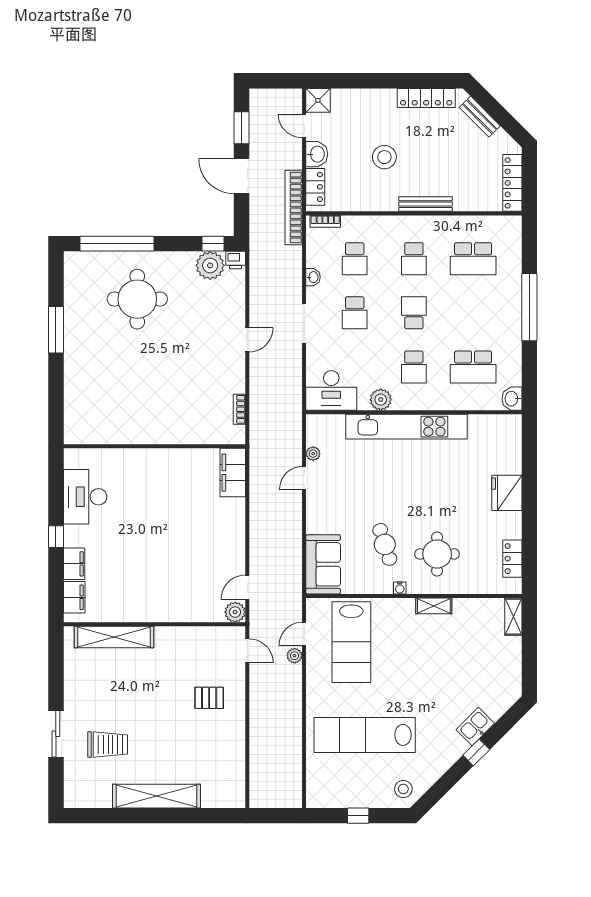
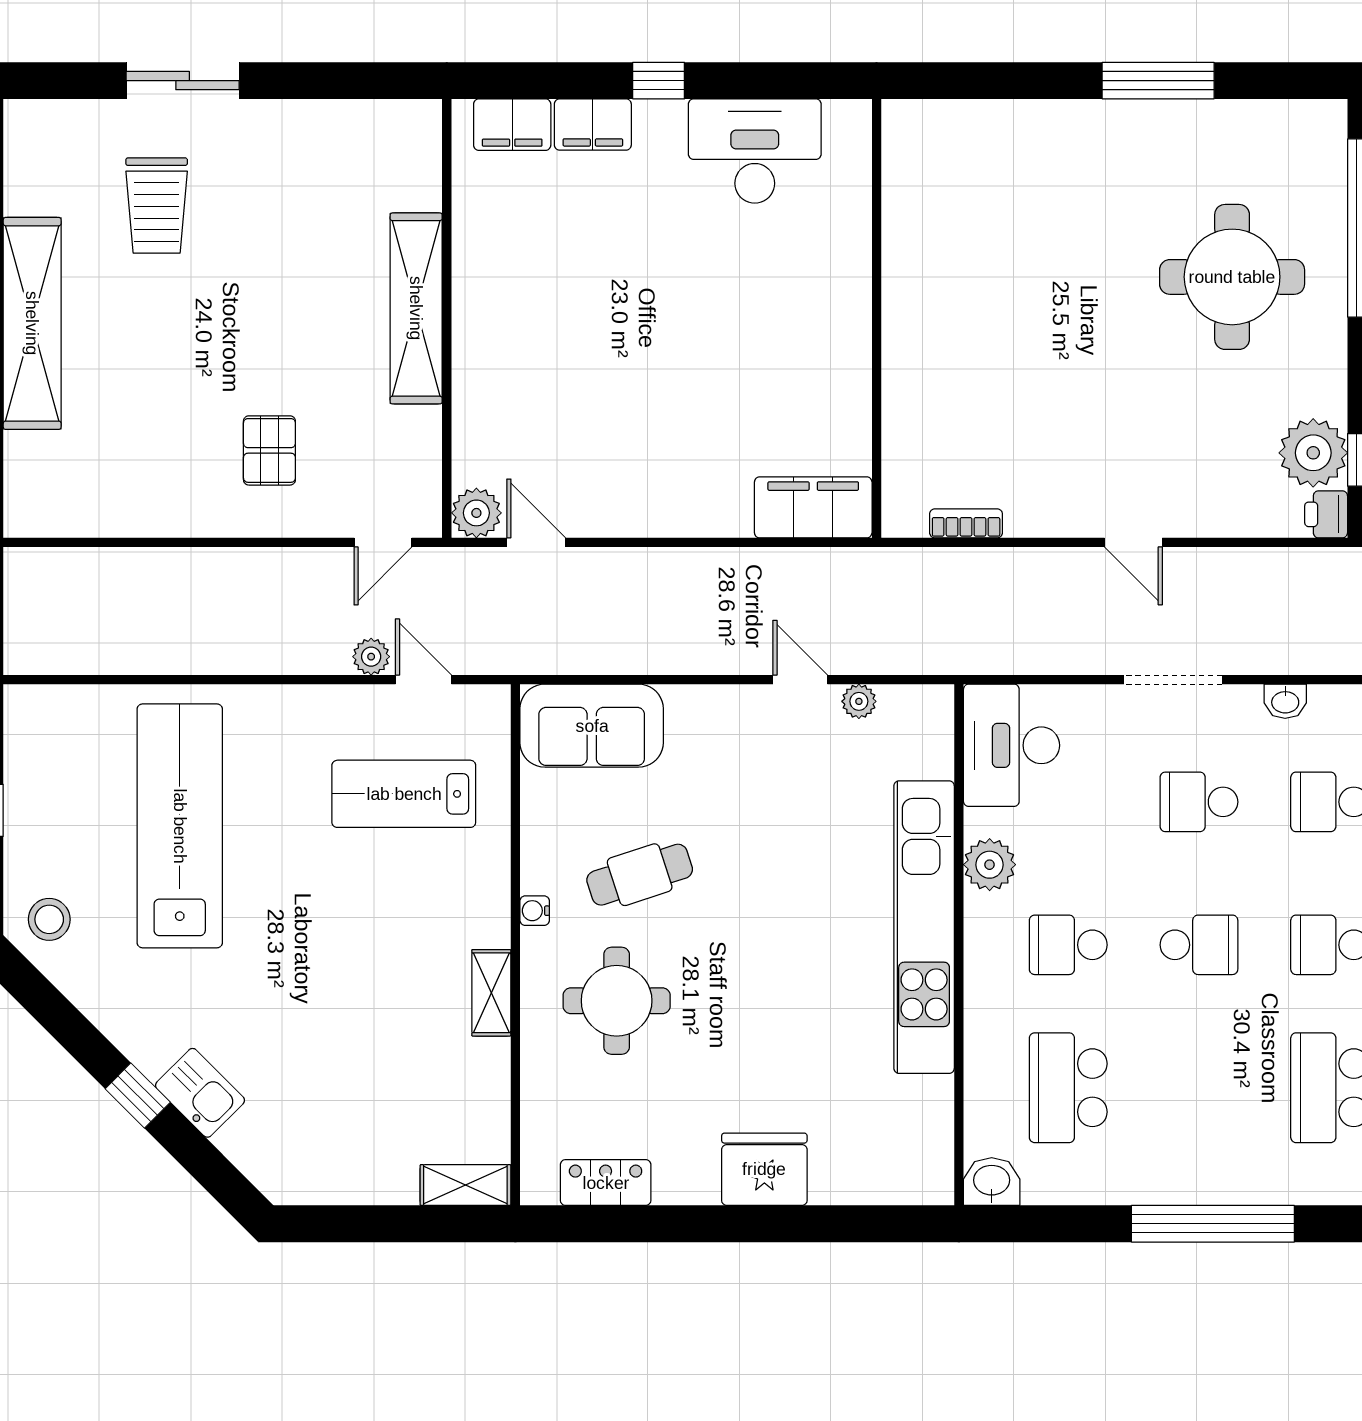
shelving: (114, 637) -> (416, 308), moved
lab bench: (351, 642) -> (404, 794), width x0.73, depth x0.72

